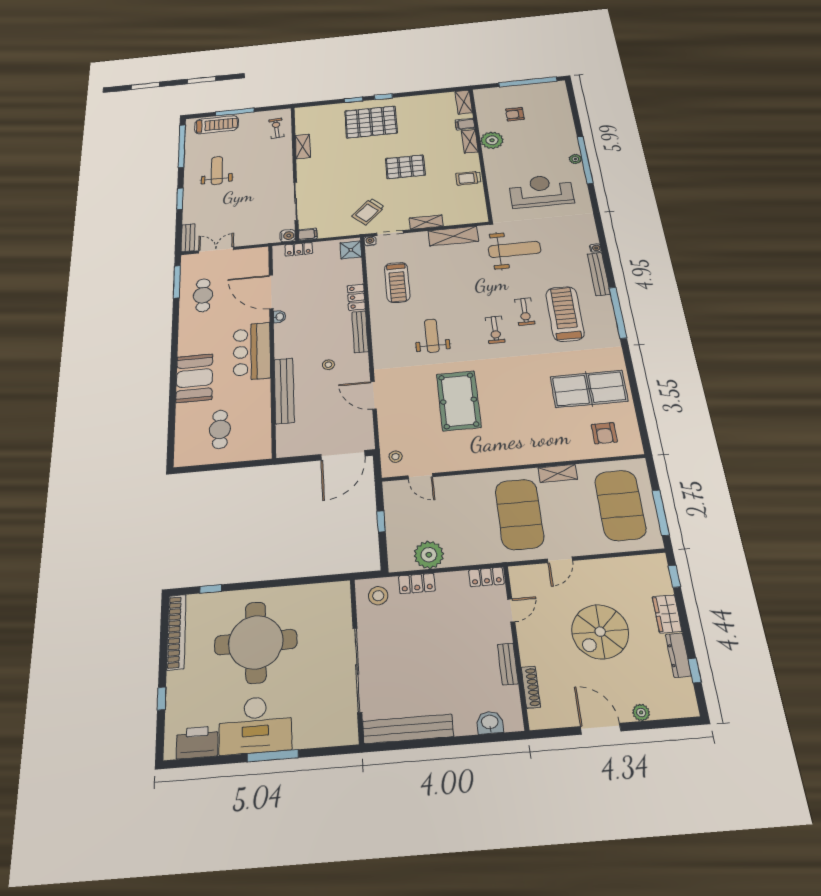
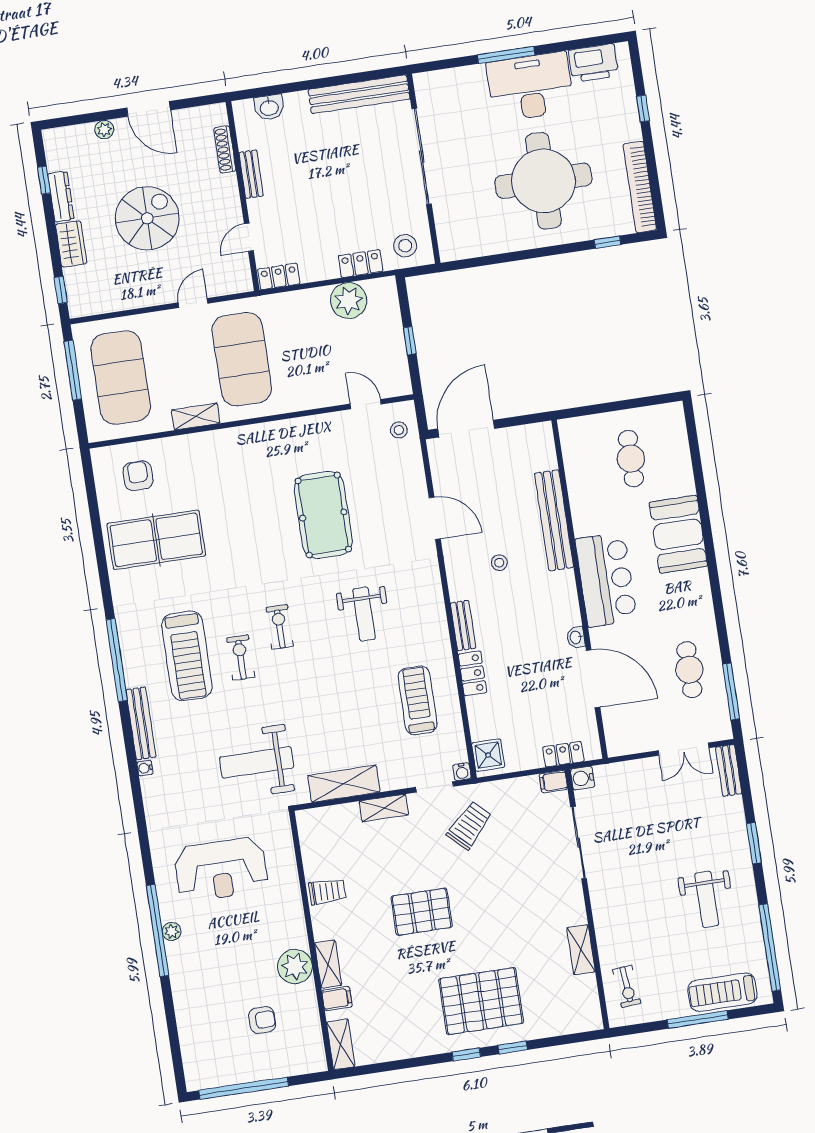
bench: (360, 332) -> (463, 626), width x0.73

